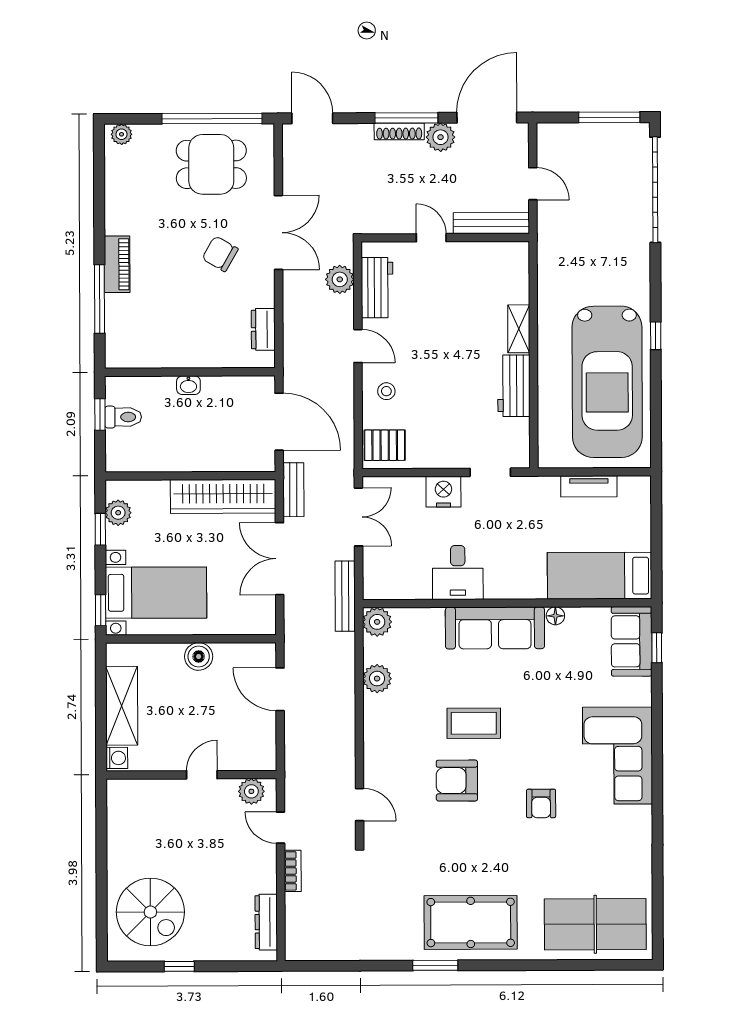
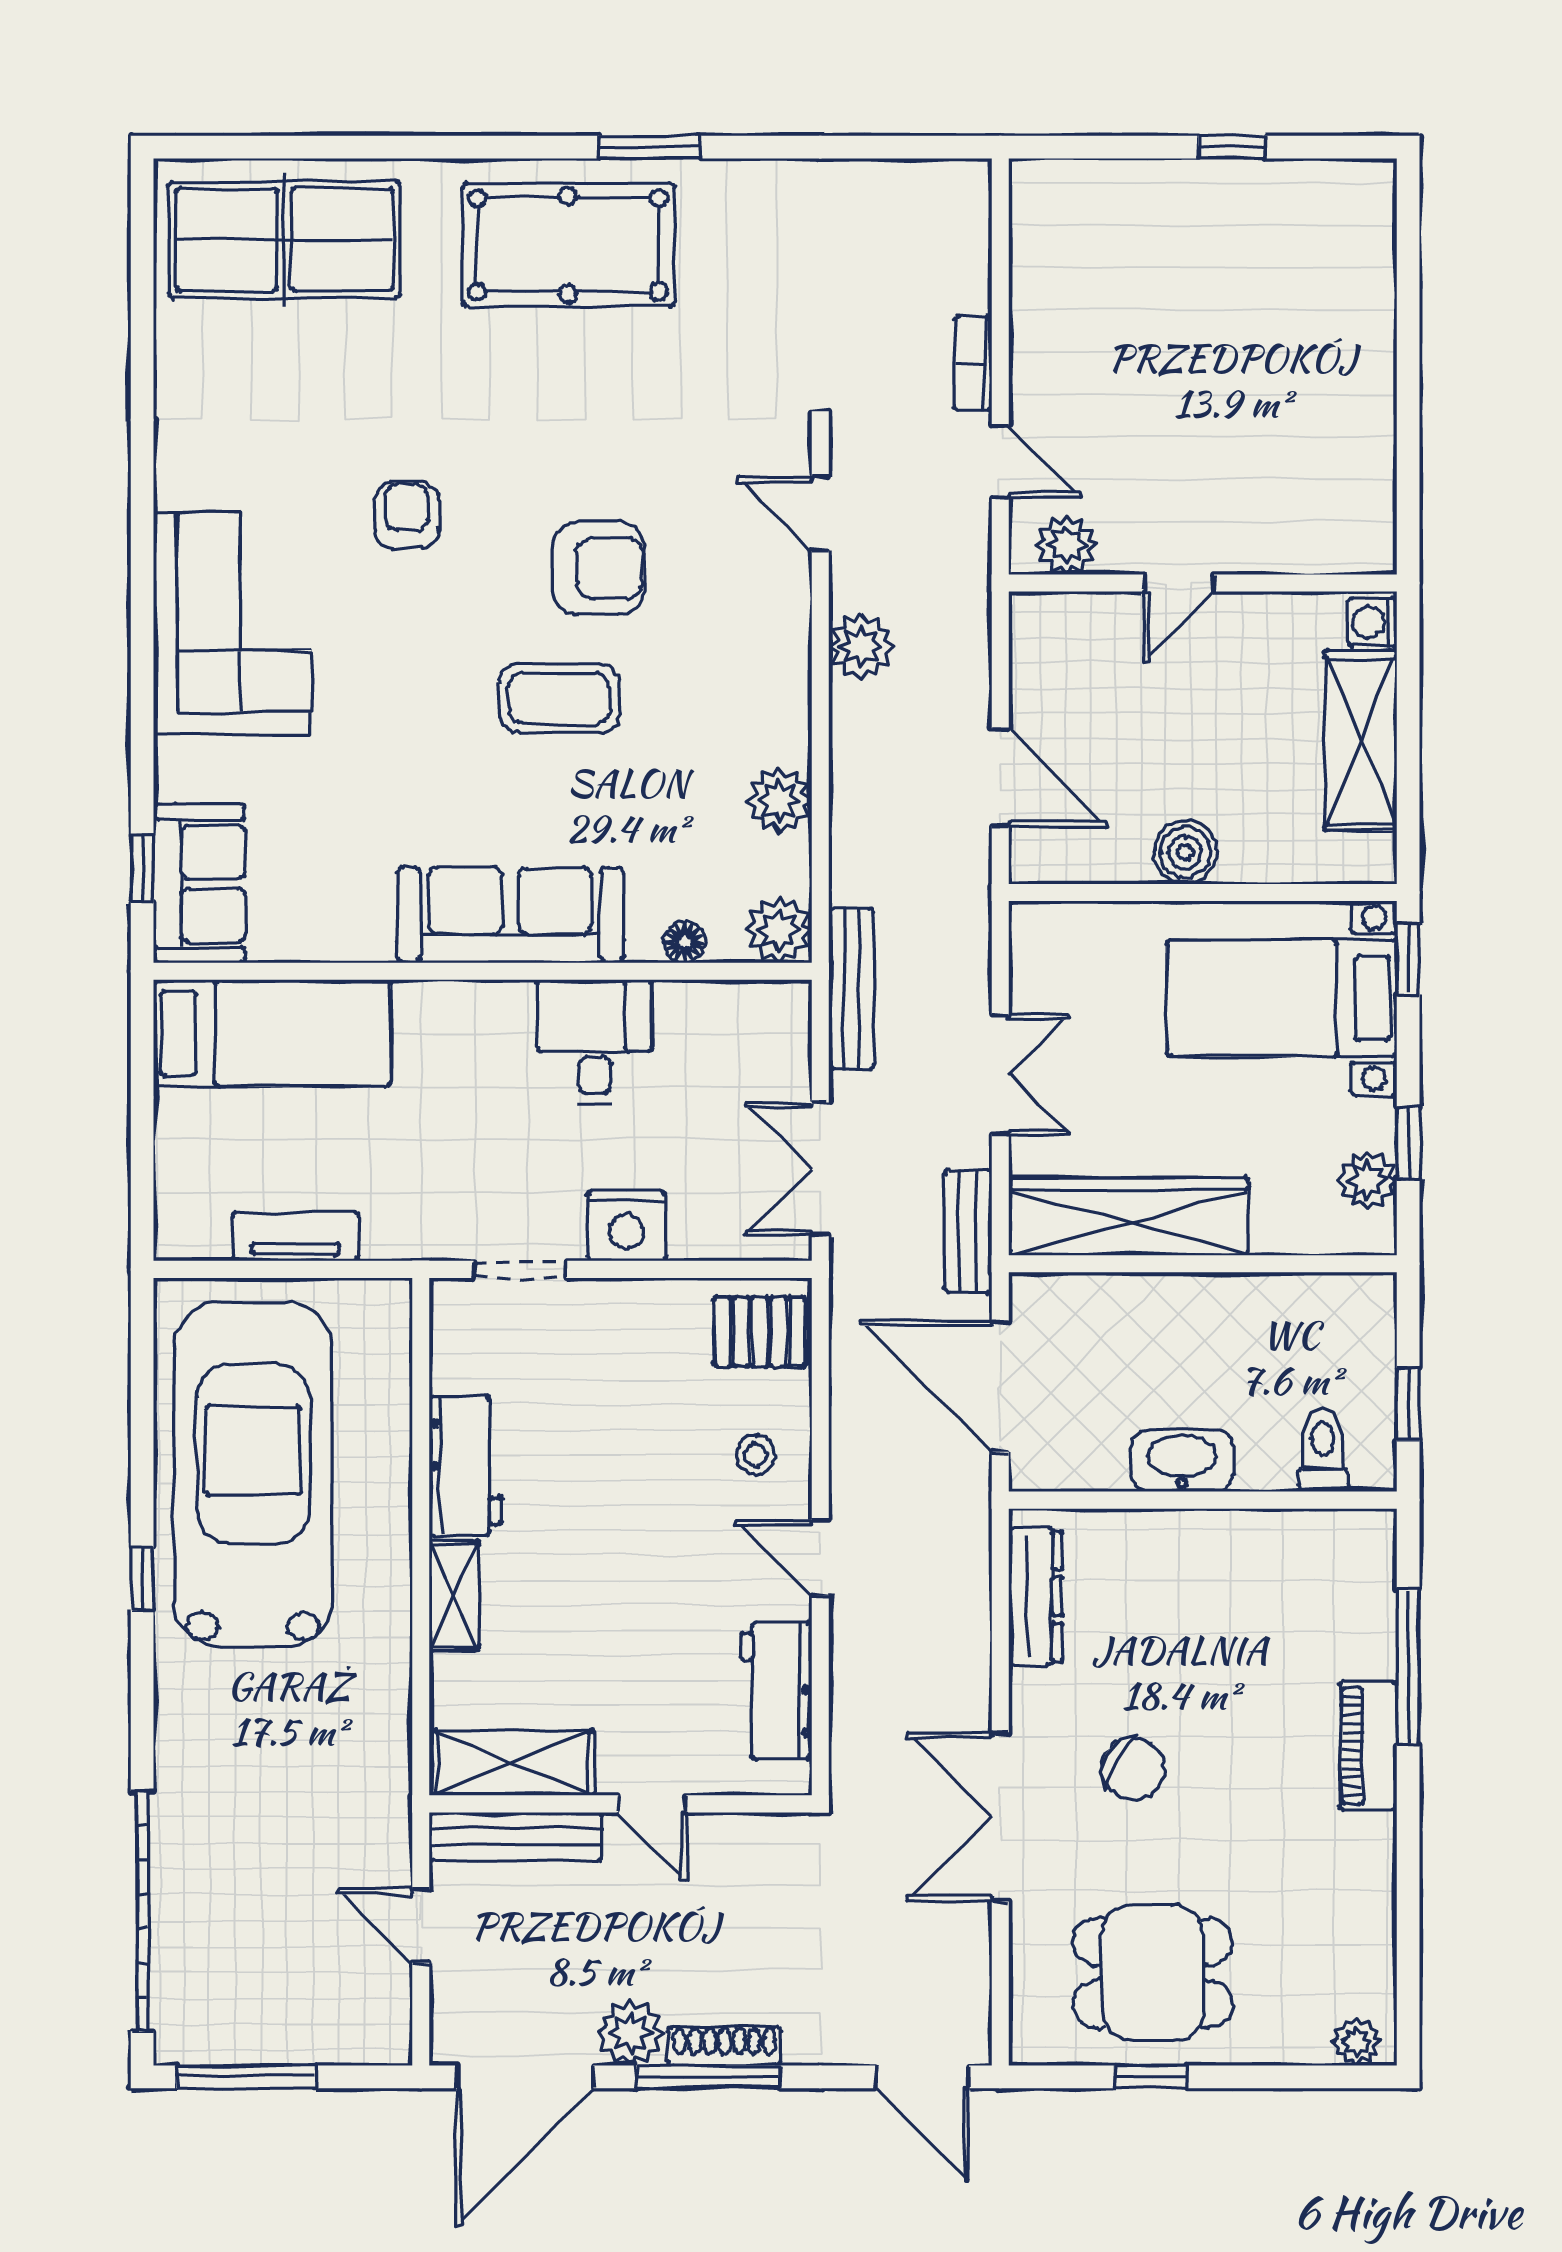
window: (212, 119) -> (1151, 2077), width x0.32
shelving: (493, 256) -> (512, 1763), added
plant: (340, 279) -> (861, 646), moved
dresser: (263, 329) -> (1036, 1596), width x1.44
washbasin: (188, 385) -> (1182, 1460), width x1.91, depth x1.45
toilet: (123, 417) -> (1323, 1450), moved, turned 90
double door: (280, 559) -> (1000, 1074), width x0.73
floor lamp: (555, 616) -> (685, 942), moved
spiral stairs: (150, 912) -> (1297, 271), removed
dresser: (266, 922) -> (1034, 247), removed

